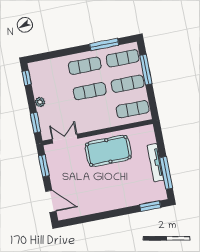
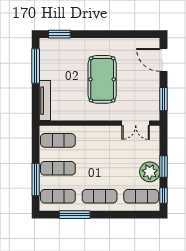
exercise mat: (90, 91) -> (141, 196), moved
plant: (40, 102) -> (150, 172), width x1.88, depth x1.88
window: (35, 123) -> (164, 166), moved
pool table: (108, 151) -> (102, 79), moved, turned 90
tv unit: (155, 163) -> (45, 101), moved

